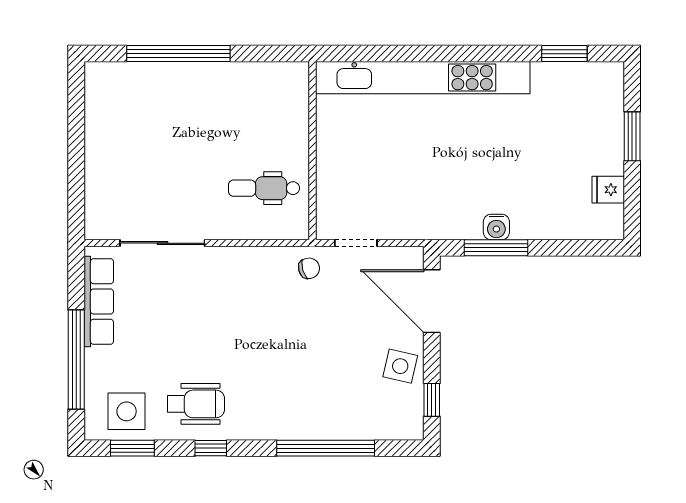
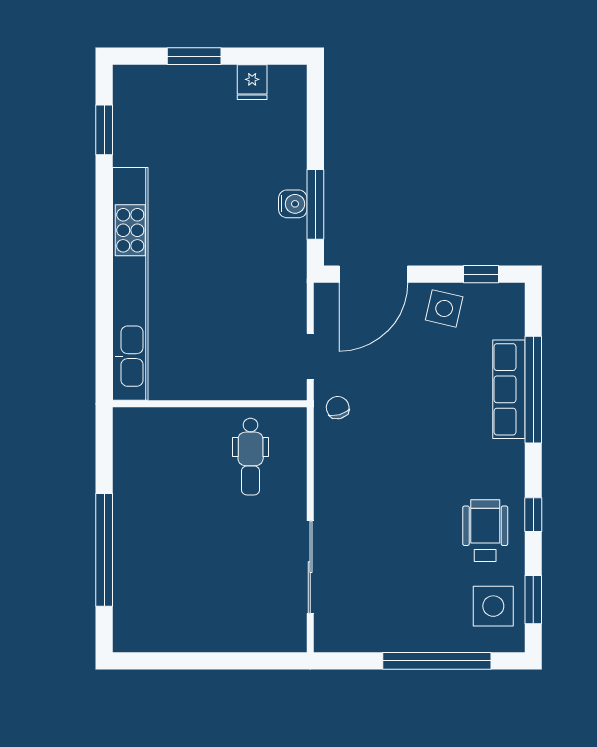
row of seats: (99, 301) -> (509, 389), moved, turned -90

